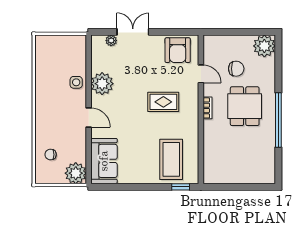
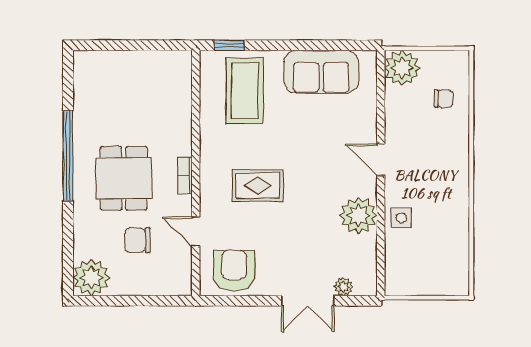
sofa: (104, 161) -> (321, 72), moved, turned -90

